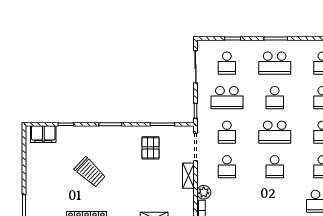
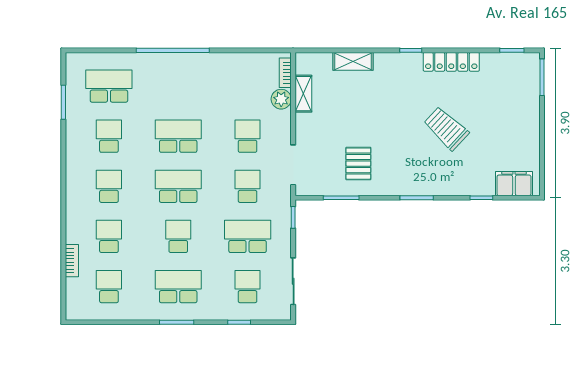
school desk: (275, 167) -> (178, 136), width x1.85
shelving: (188, 176) -> (303, 94), moved

